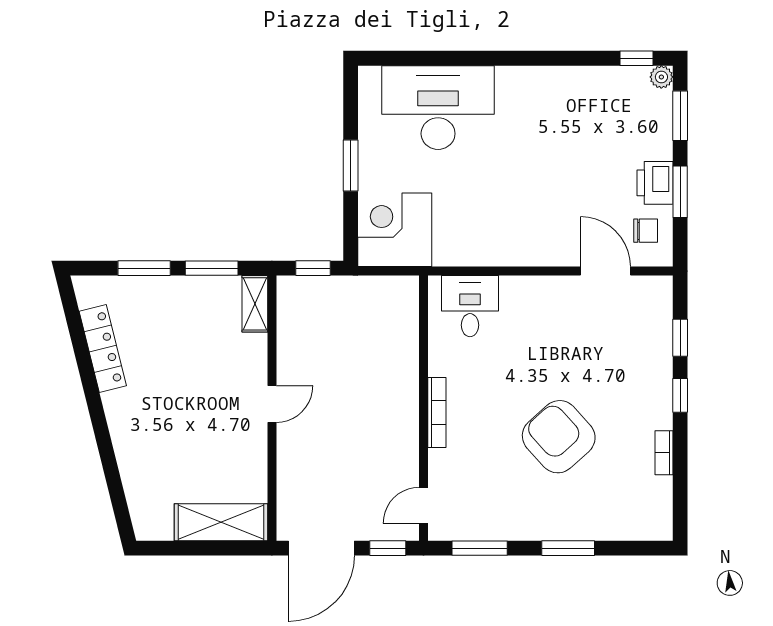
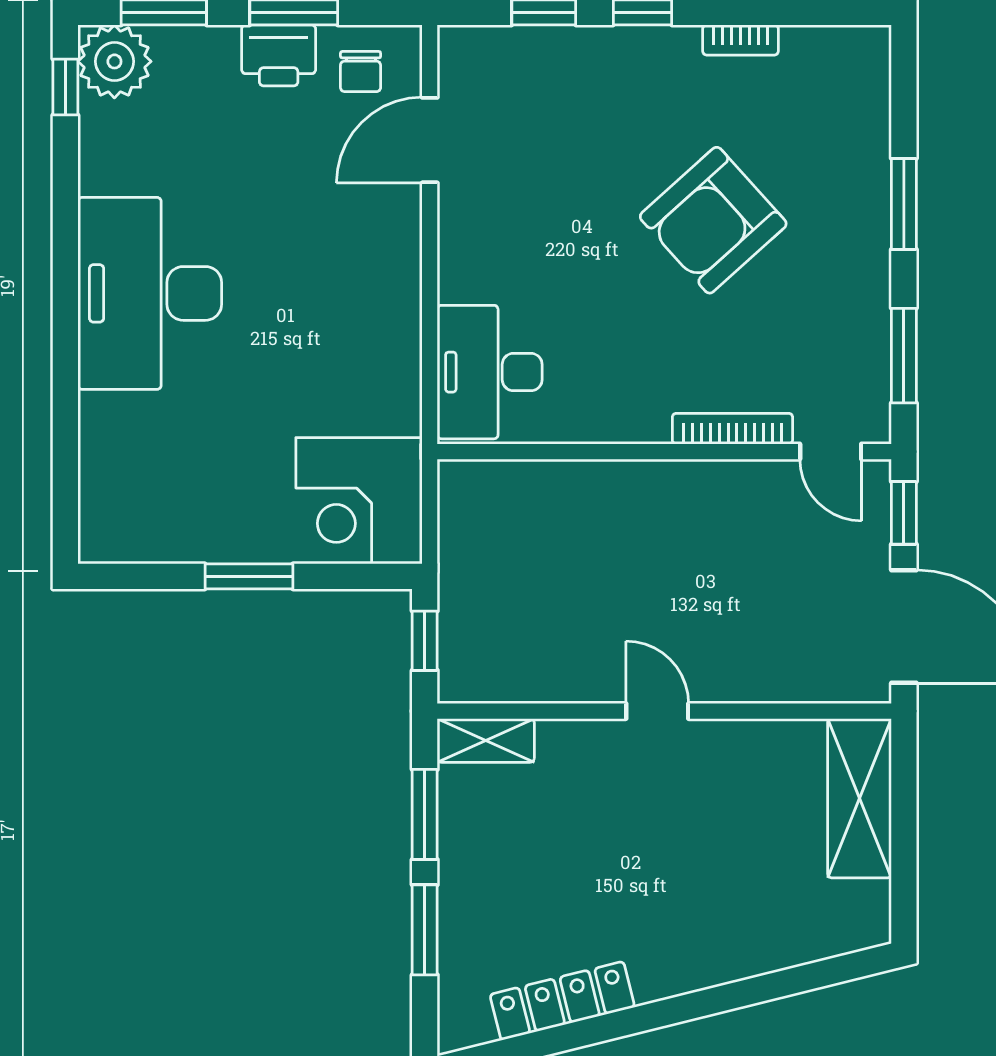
plant: (661, 77) -> (114, 61), width x1.88, depth x1.88
desk: (438, 108) -> (150, 293), moved
chair: (646, 231) -> (361, 72), turned 180
desk: (470, 306) -> (490, 372), width x1.37
bookcase: (437, 412) -> (732, 429), moved

